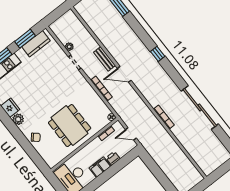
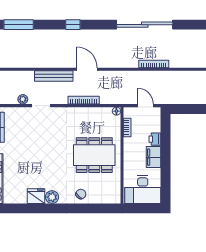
window: (158, 54) -> (73, 25), moved
bench: (105, 59) -> (54, 76), width x1.36
door: (124, 74) -> (87, 69), swing flipped
sliding door: (200, 108) -> (145, 25), moved
door: (131, 134) -> (146, 106), swing flipped

